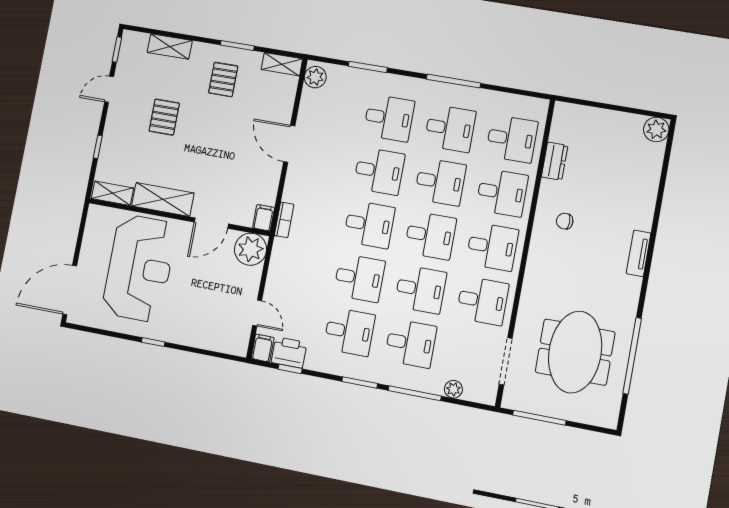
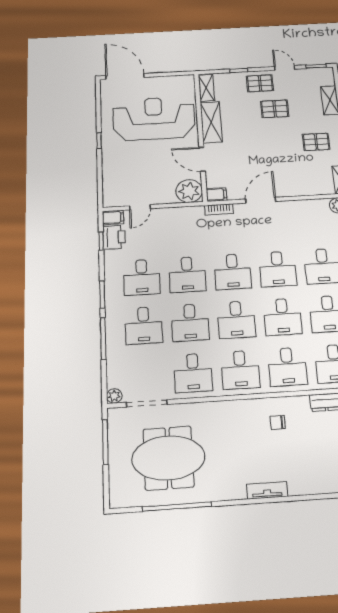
pallet: (123, 125) -> (260, 83), added
door: (289, 144) -> (261, 200), moved
chair: (565, 221) -> (278, 422), turned -90
reception desk: (139, 268) -> (154, 118), turned 180
plant: (453, 389) -> (114, 396), moved

